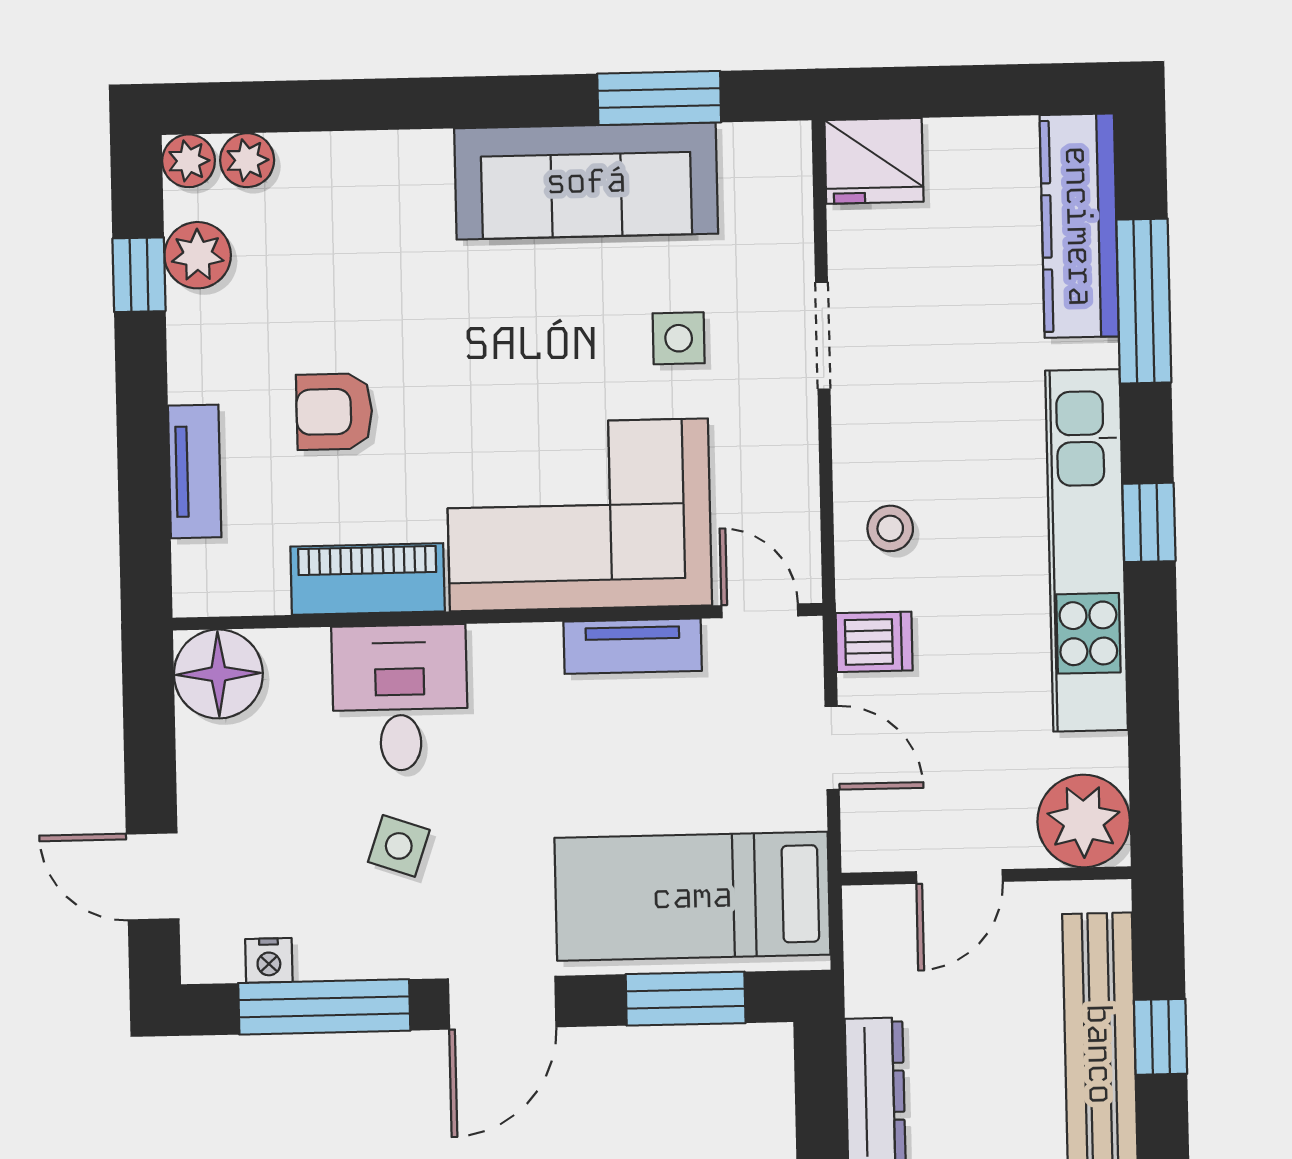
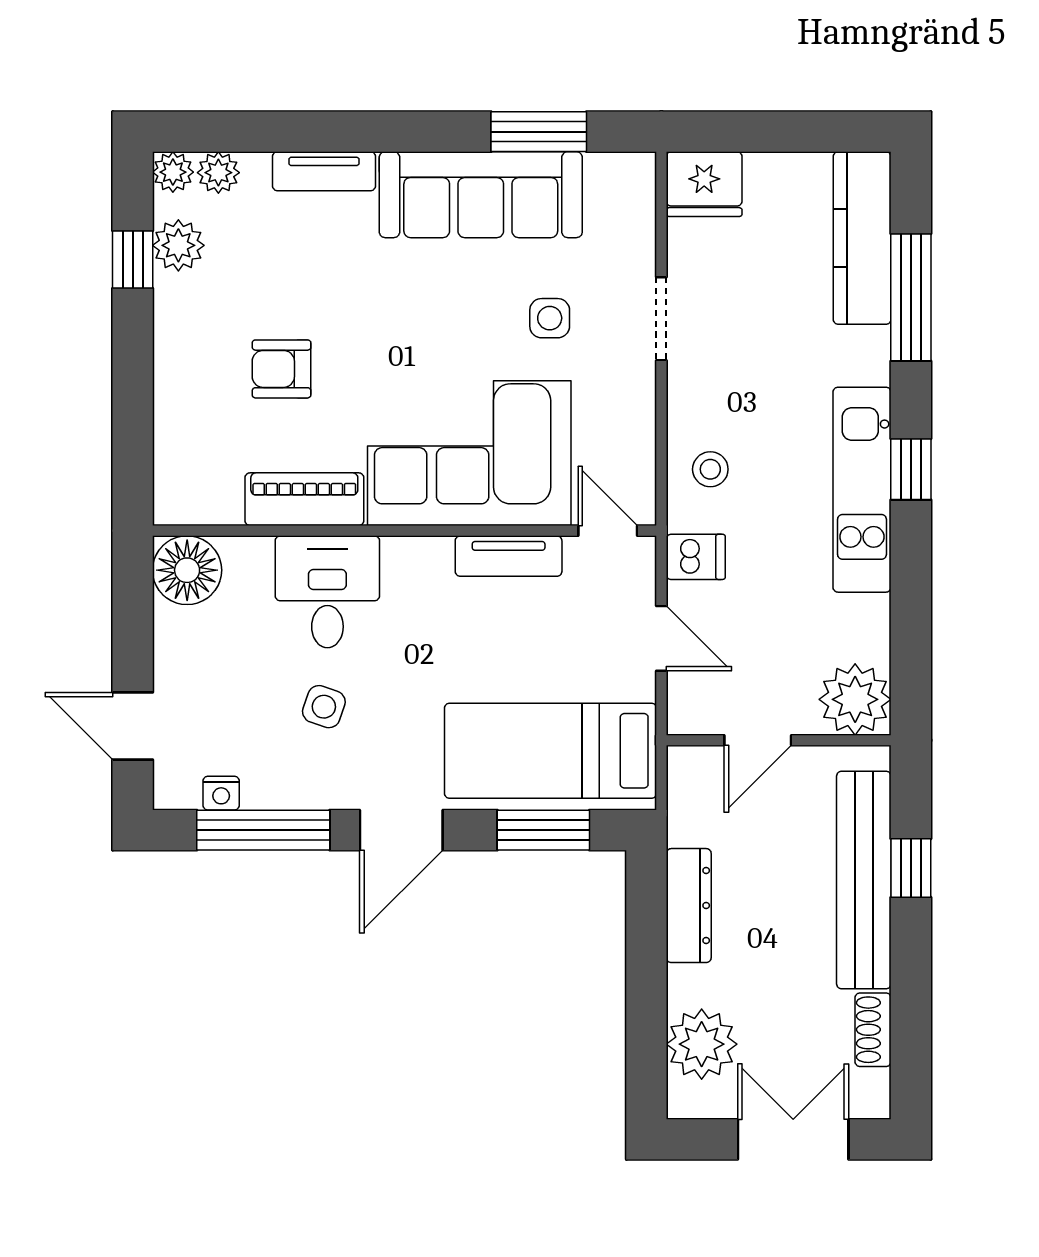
tv unit: (195, 471) -> (324, 171), moved, turned 90
kitchen unit: (1086, 550) -> (862, 490), width x0.73

